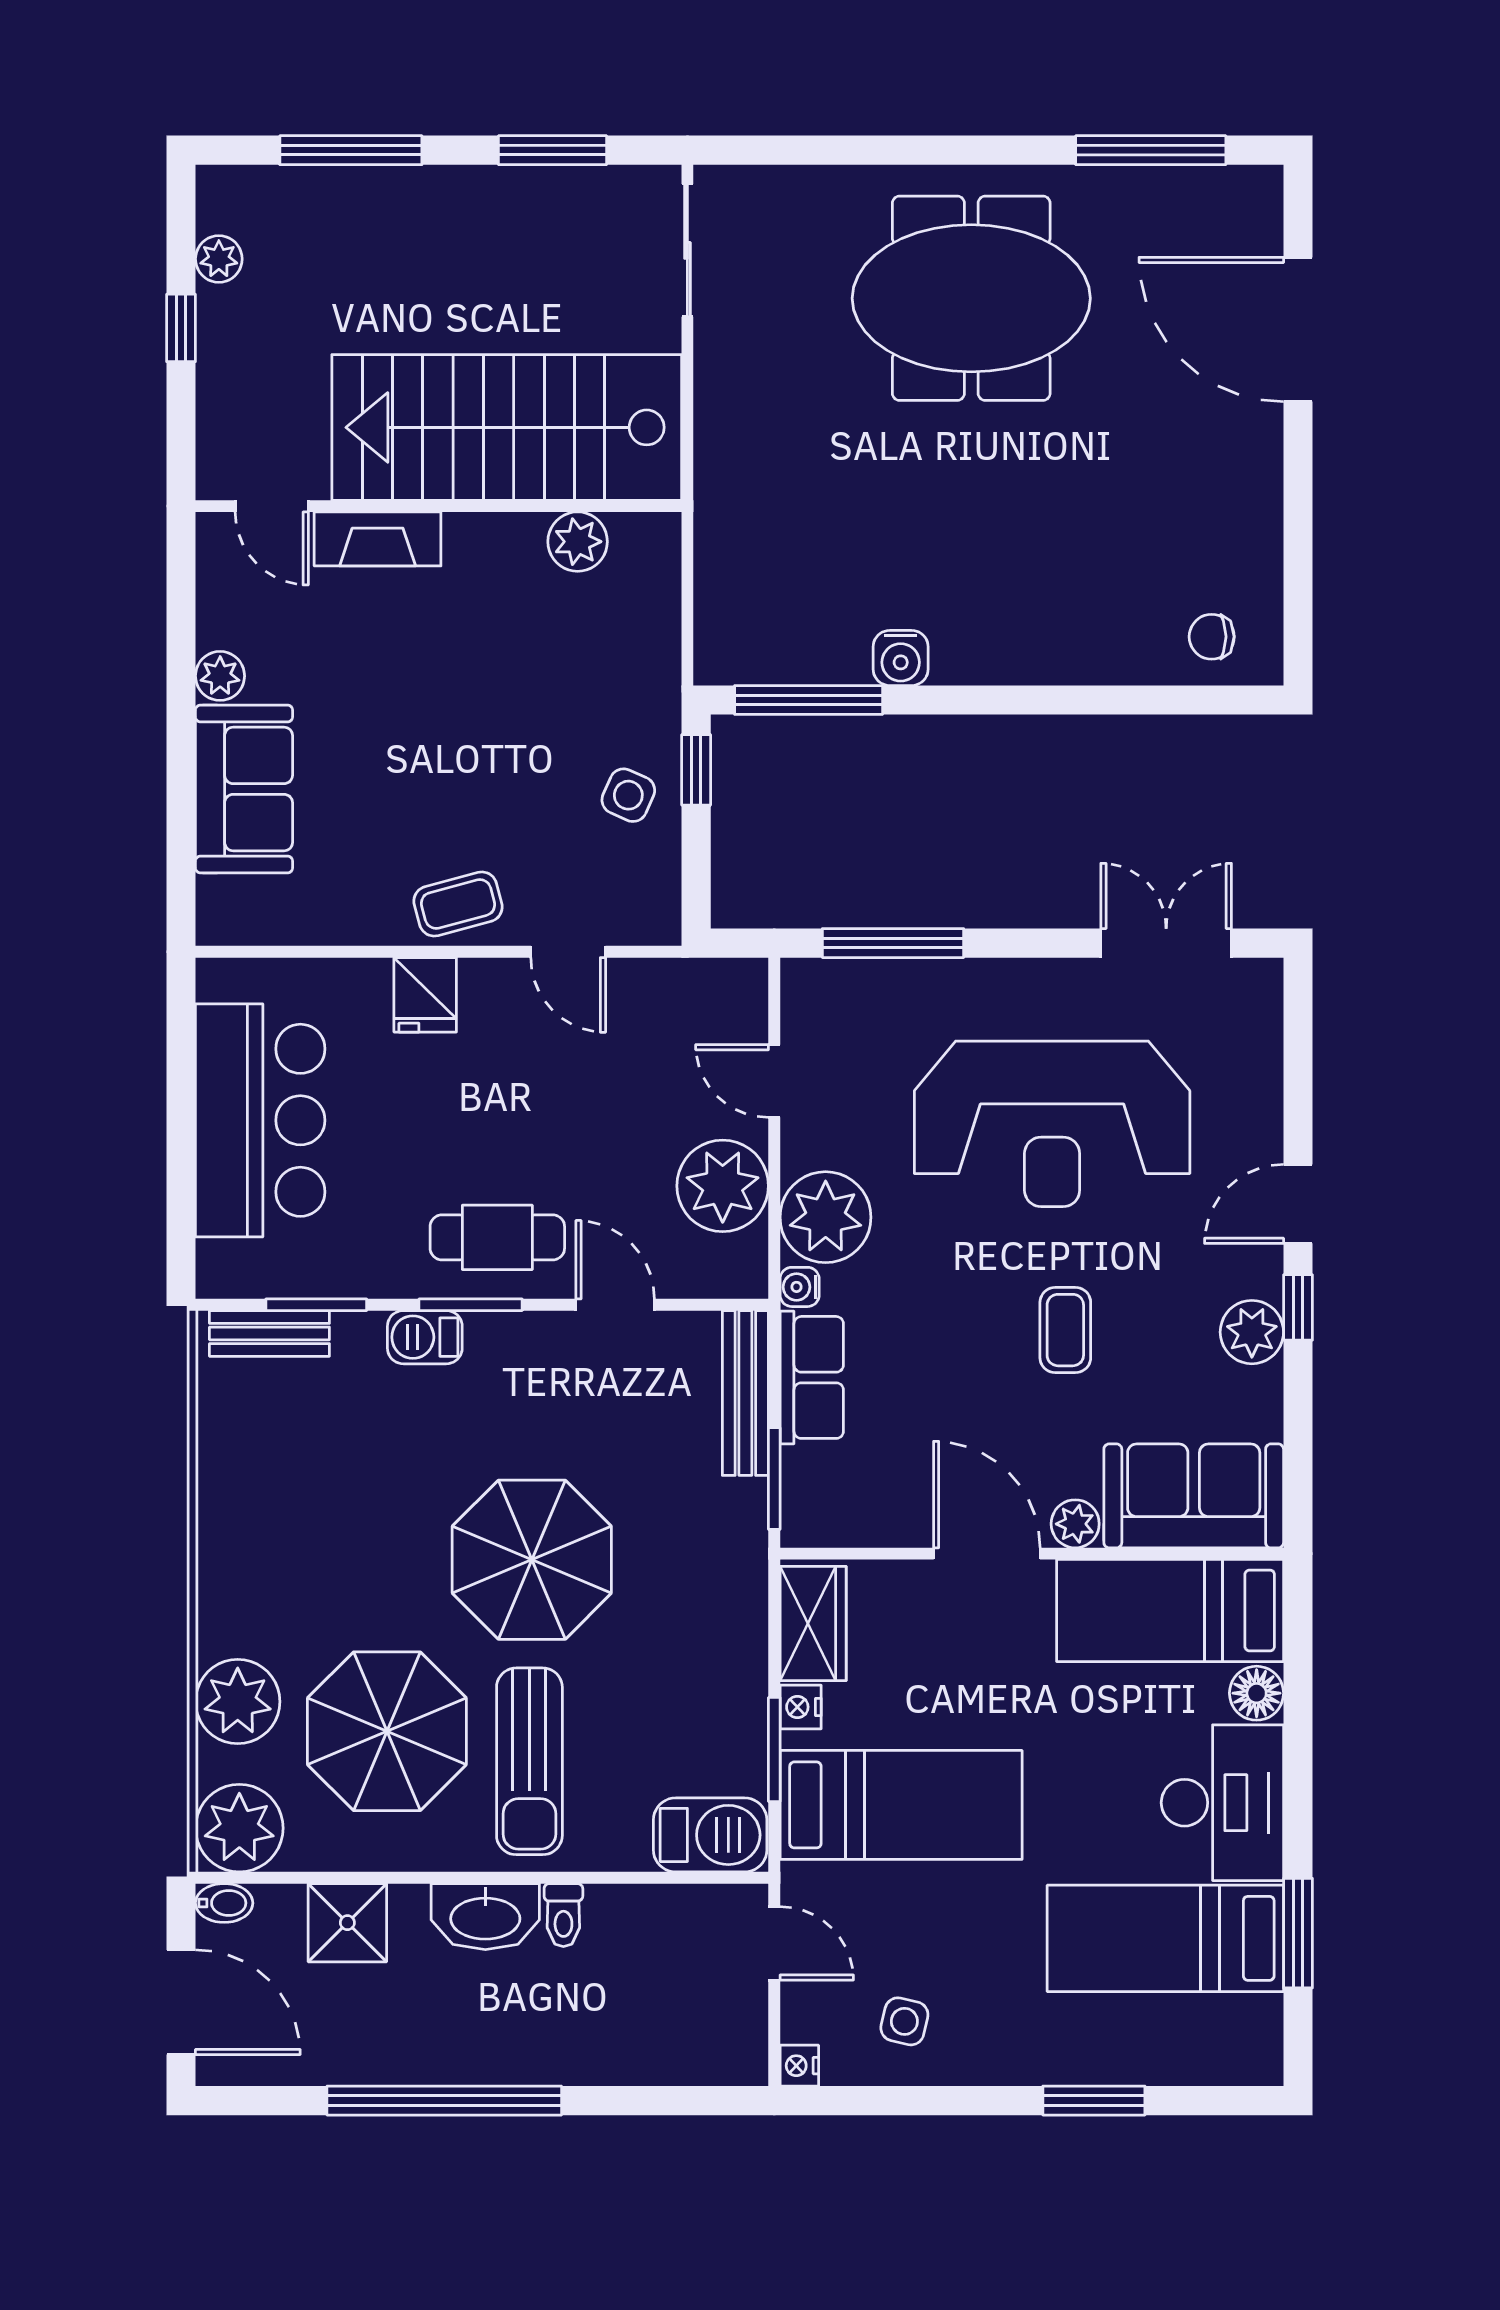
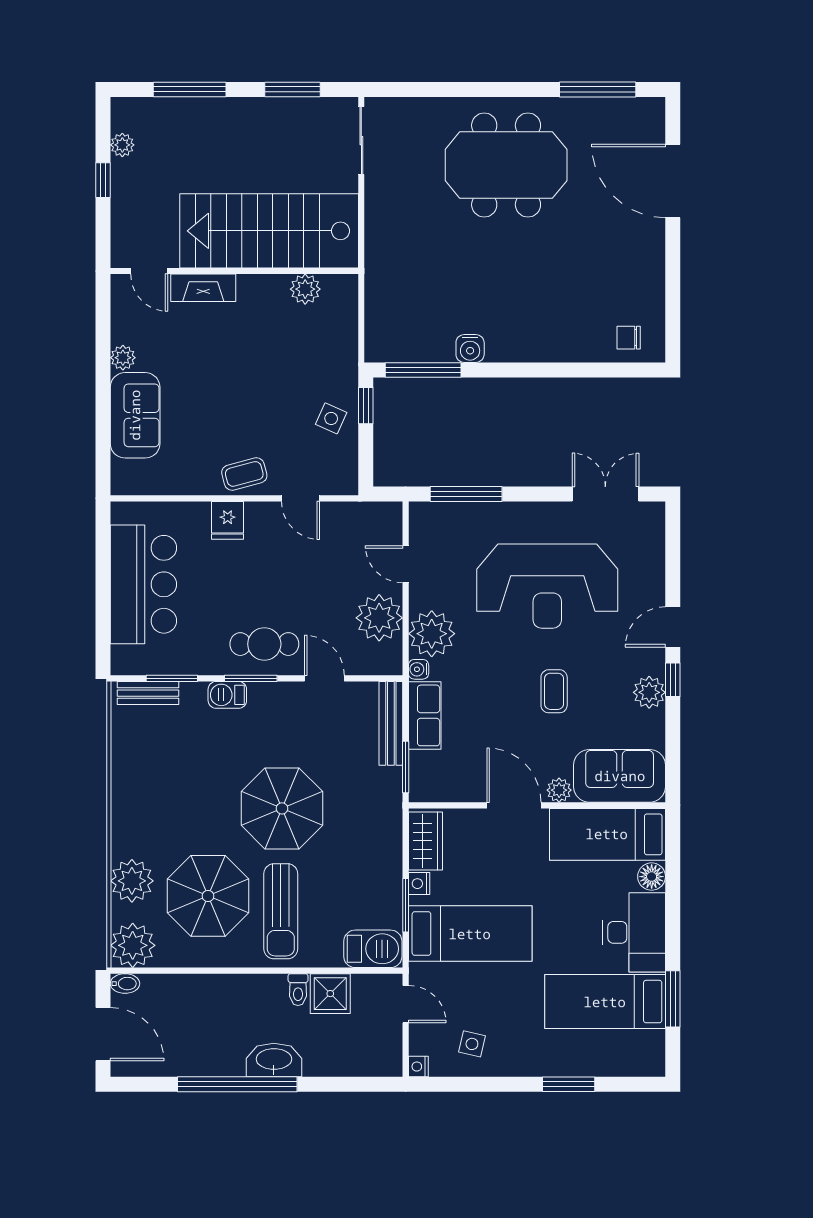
washbasin: (485, 1917) -> (274, 1060), moved, turned 180
shower: (347, 1923) -> (330, 994), moved

